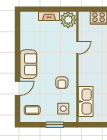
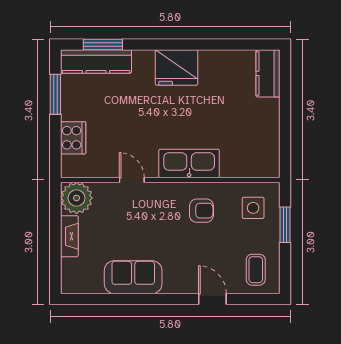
sofa: (28, 64) -> (133, 277), moved
kitchen sink: (86, 102) -> (189, 163), moved

